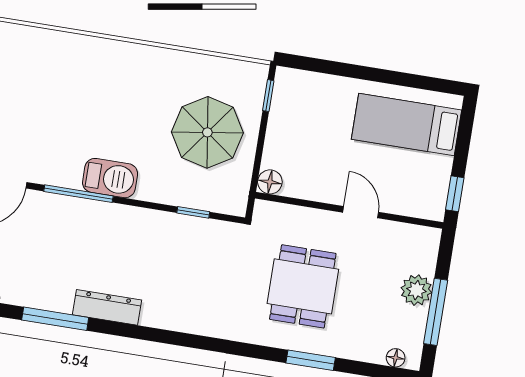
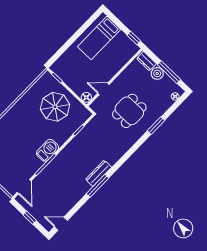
door: (361, 212) -> (103, 89), moved
dresser: (426, 251) -> (146, 61), added
dining table: (303, 286) -> (129, 111), turned 90
dresser: (107, 307) -> (99, 173), moved
window: (55, 319) -> (98, 186), moved

